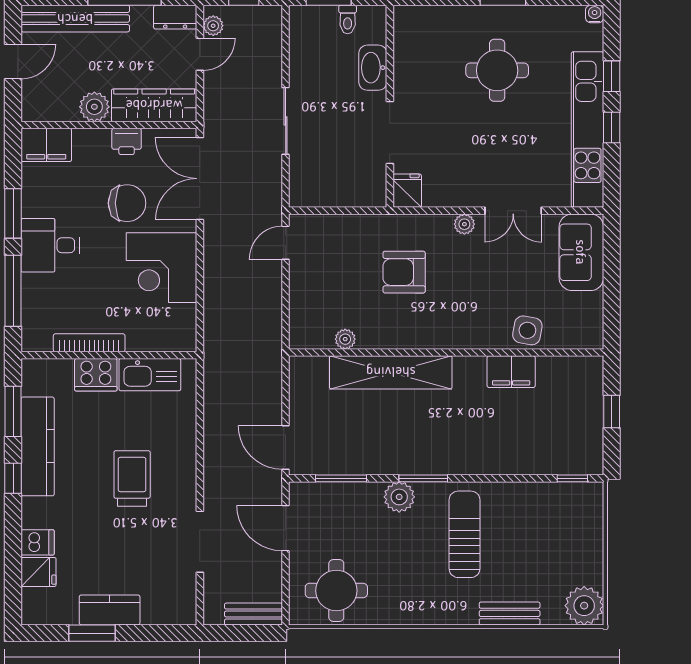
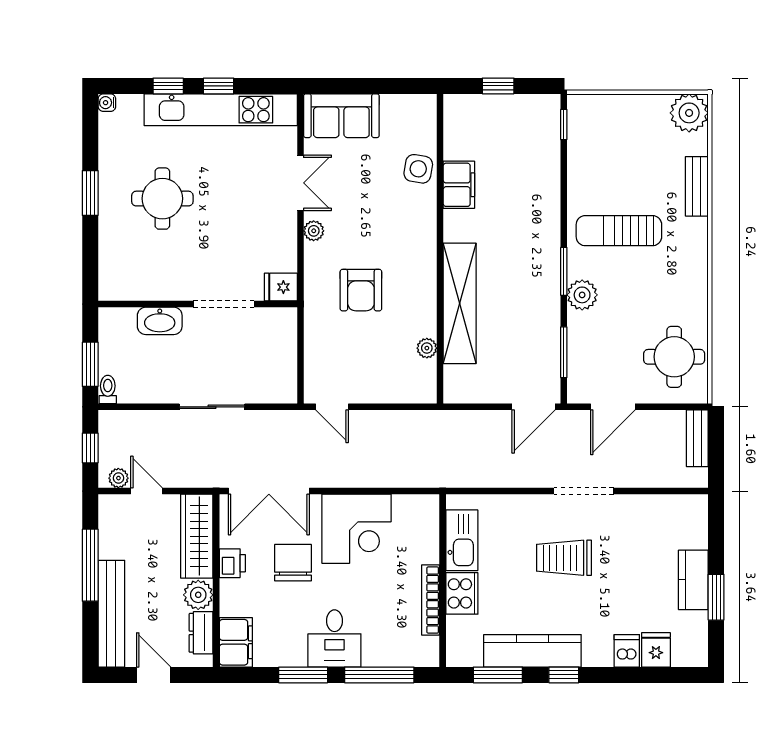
dresser: (175, 17) -> (201, 633), moved, turned 180
toilet: (348, 19) -> (108, 389), moved, turned -90
doorway: (200, 542) -> (584, 491), moved

